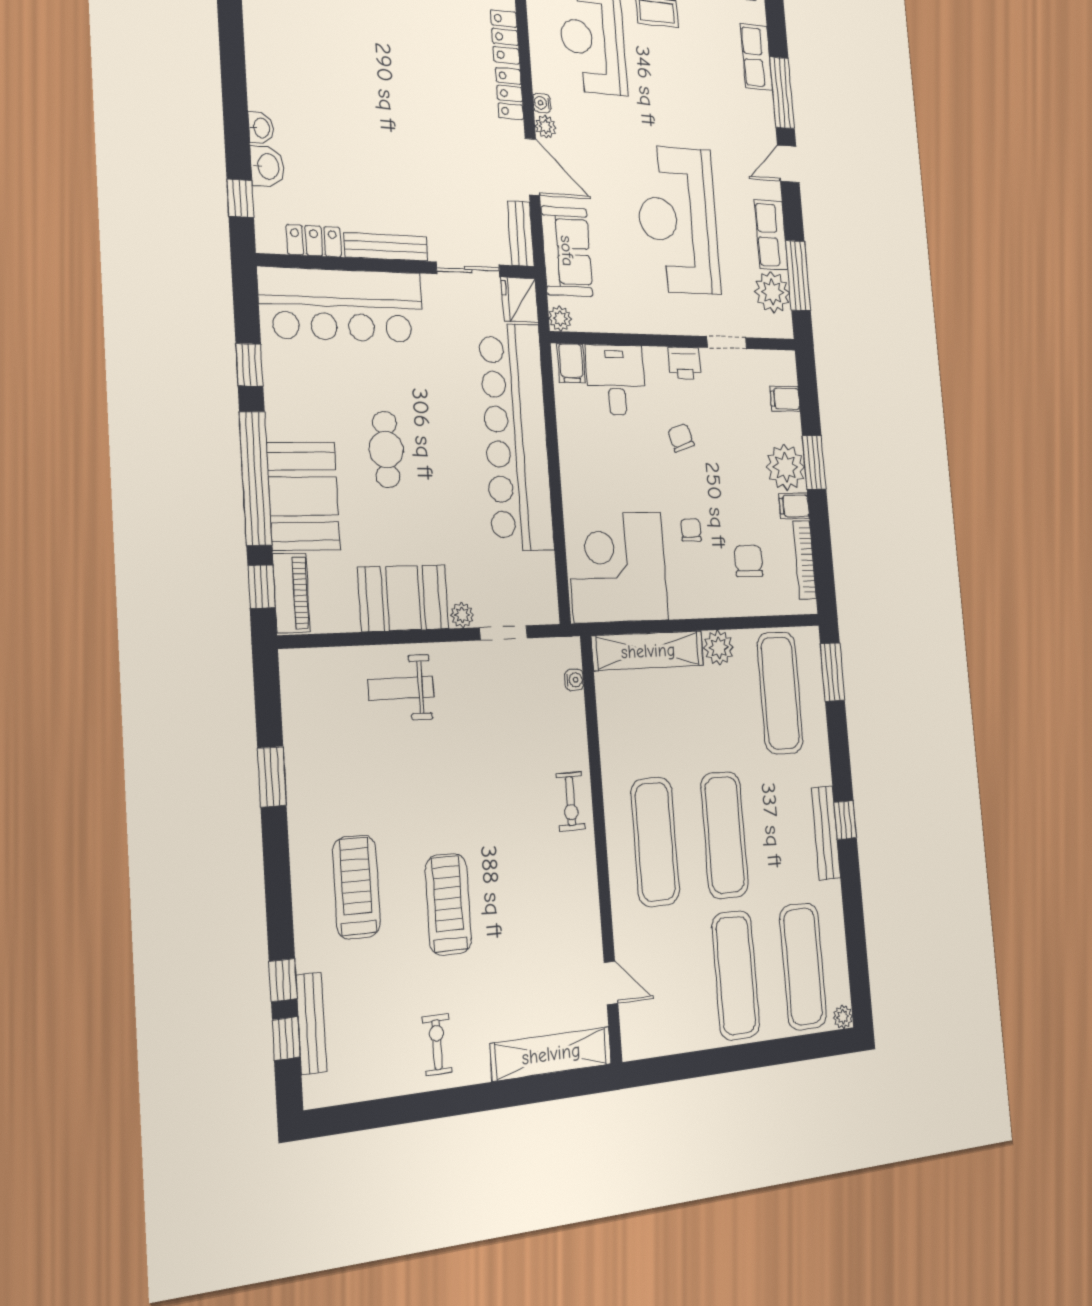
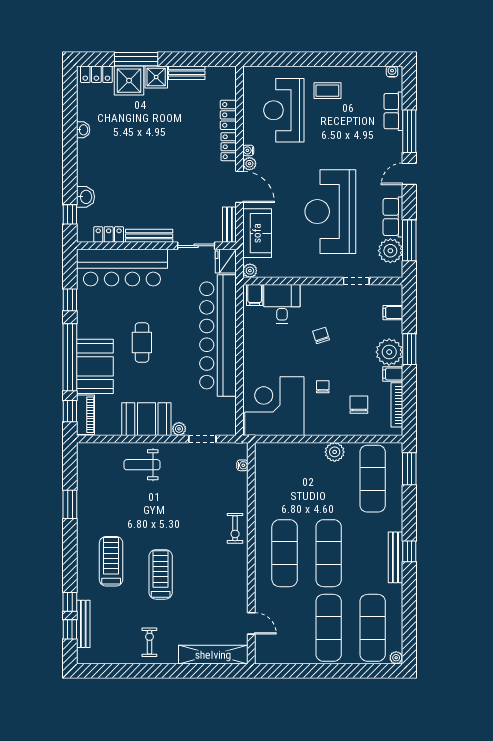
washbasin: (261, 128) -> (83, 130), moved
printer: (684, 363) -> (327, 293), removed
shelving: (648, 651) -> (289, 452), removed

